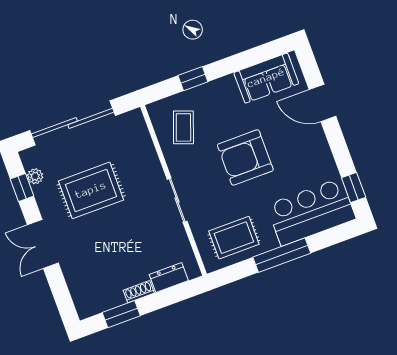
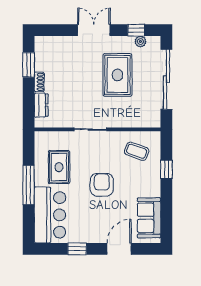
armchair: (245, 157) -> (102, 185), width x0.73, depth x0.73
window: (354, 188) -> (77, 249), moved
rug: (234, 238) -> (59, 167), moved

